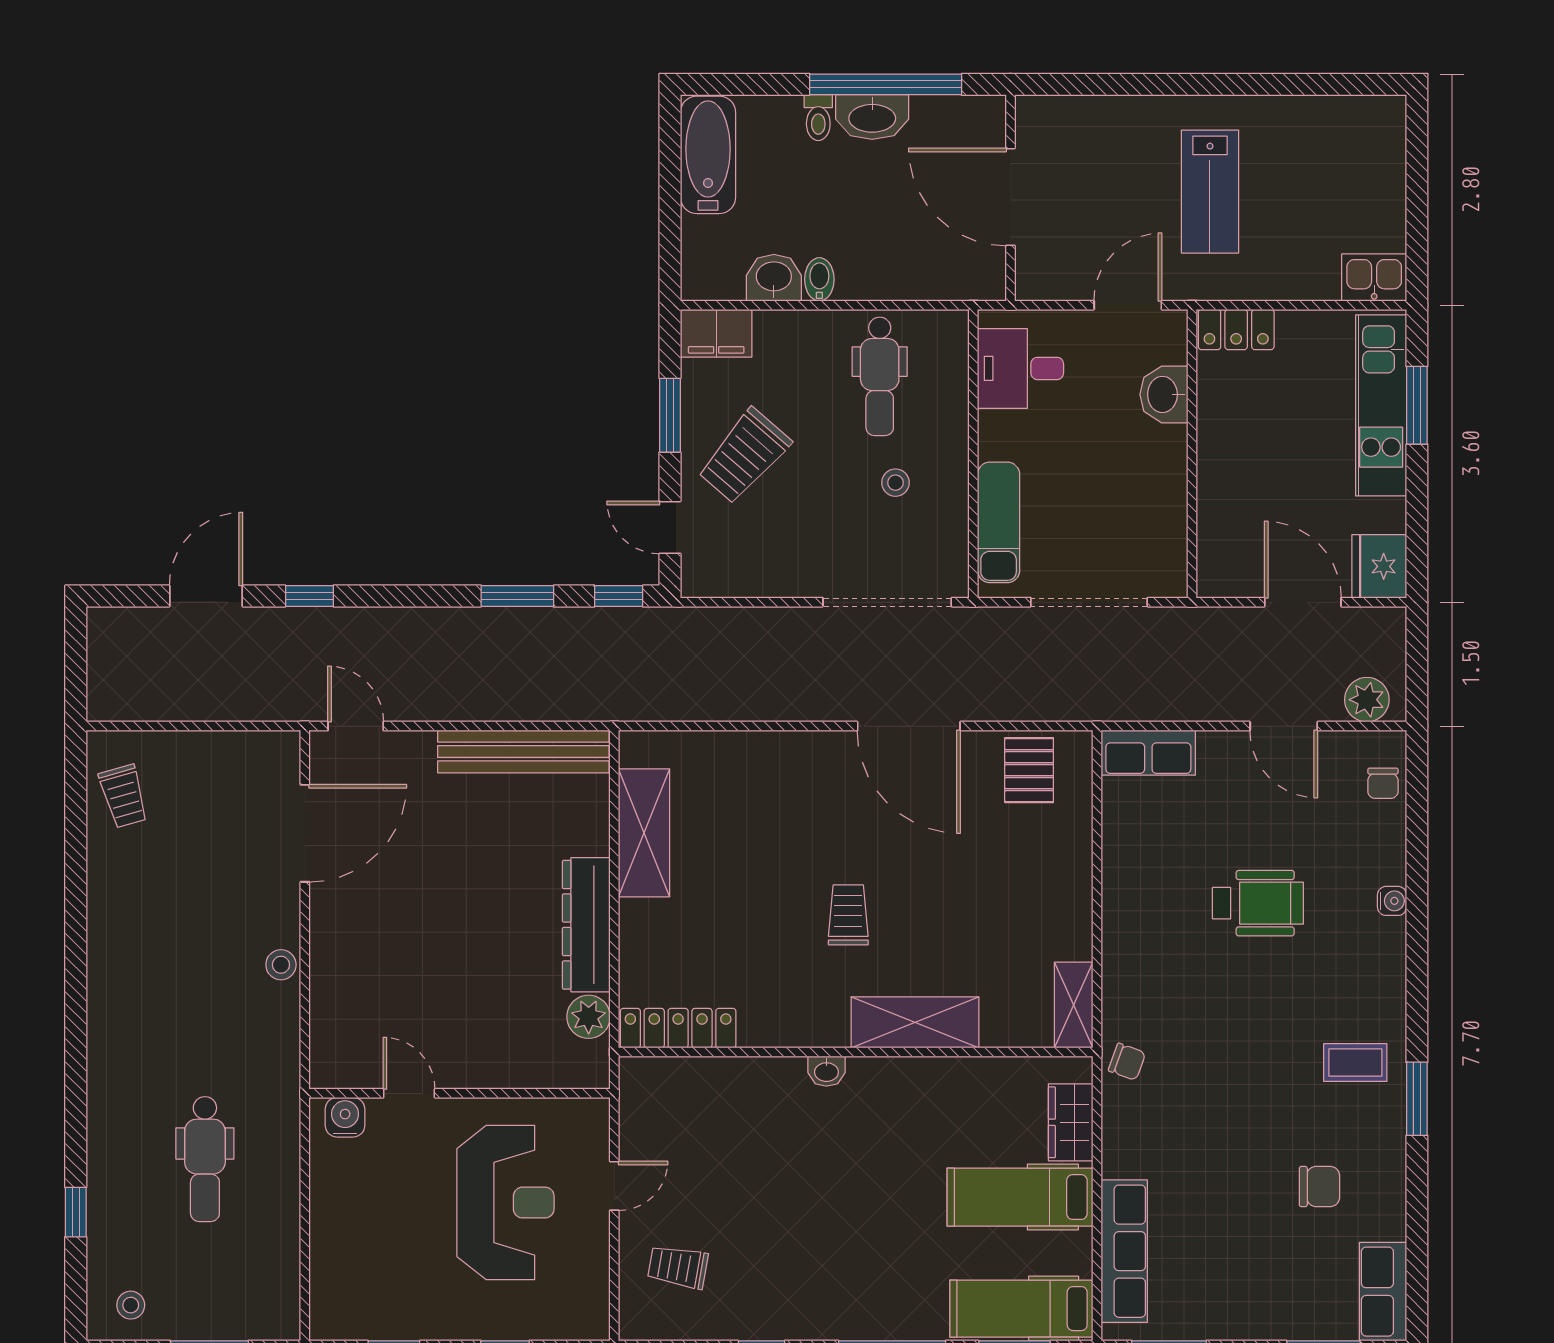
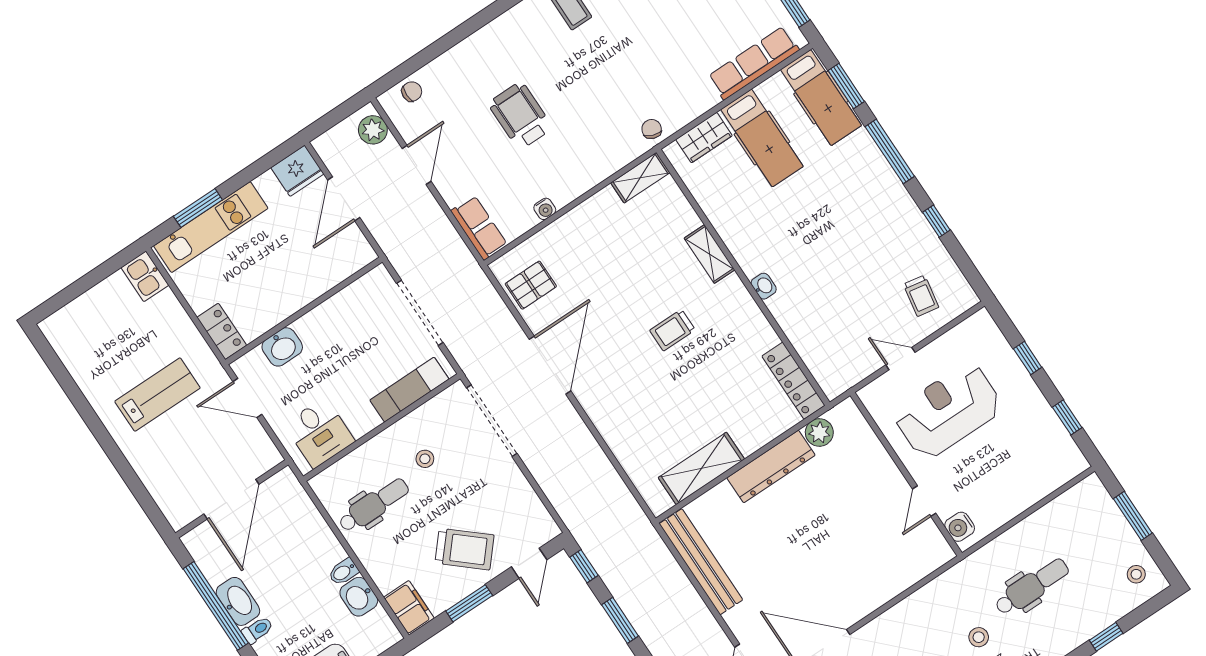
water cooler: (1392, 901) -> (545, 209), moved, turned 180
stool: (281, 965) -> (979, 637), moved
shelving: (915, 1022) -> (709, 254), width x0.67, depth x0.75

